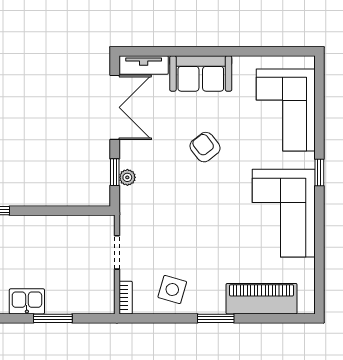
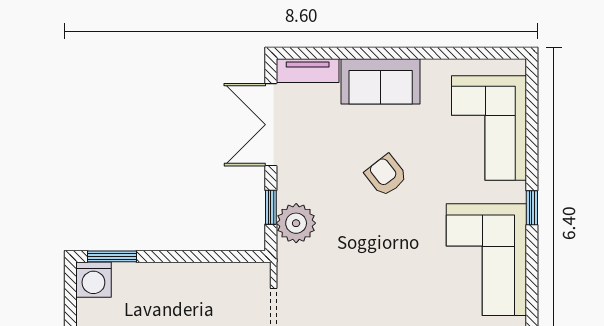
double door: (115, 107) -> (271, 125), swing flipped
plant: (127, 177) -> (296, 223), width x1.88, depth x1.88

